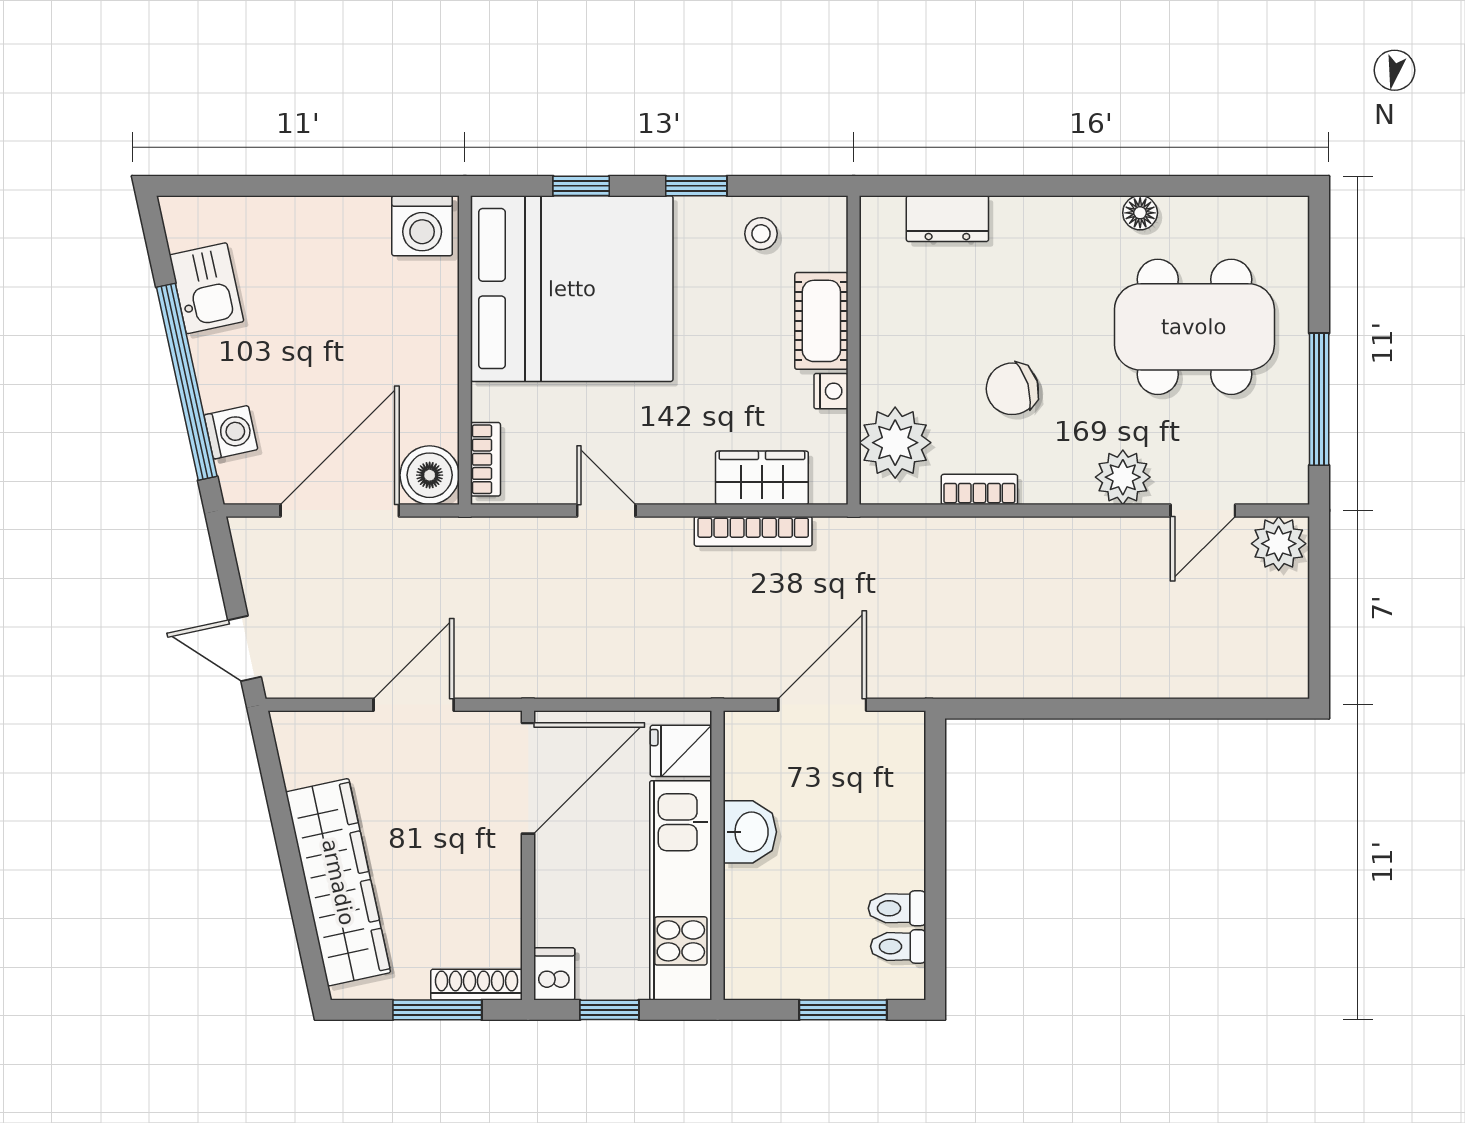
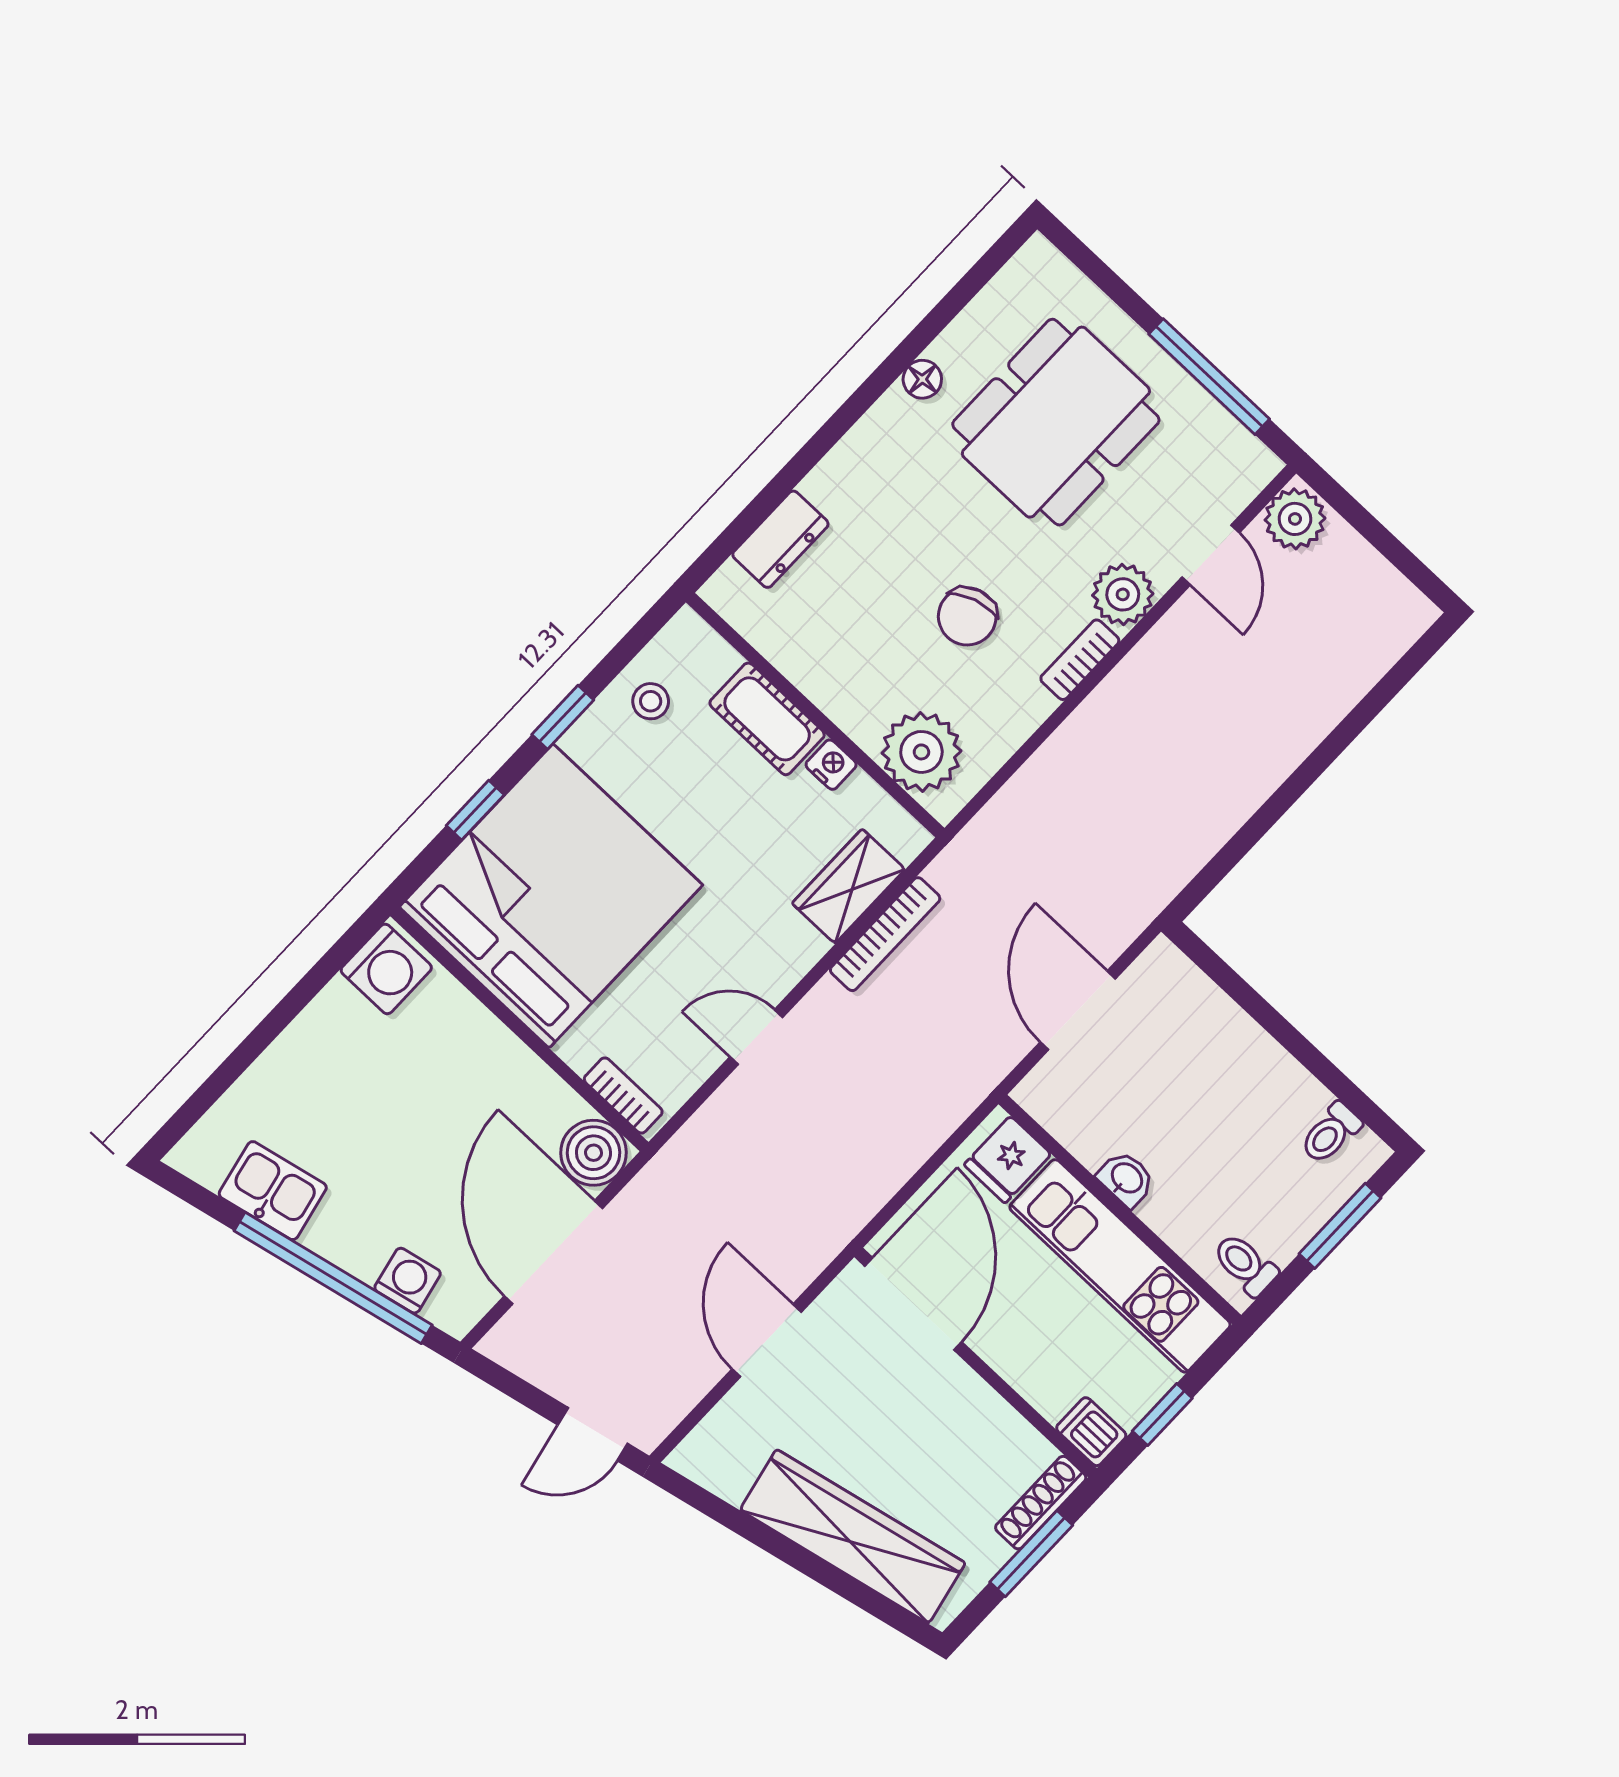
bookcase: (979, 489) -> (1080, 660), moved
washbasin: (750, 832) -> (1126, 1179), width x0.72, depth x0.69
toilet: (897, 908) -> (1245, 1265), moved, turned 90

